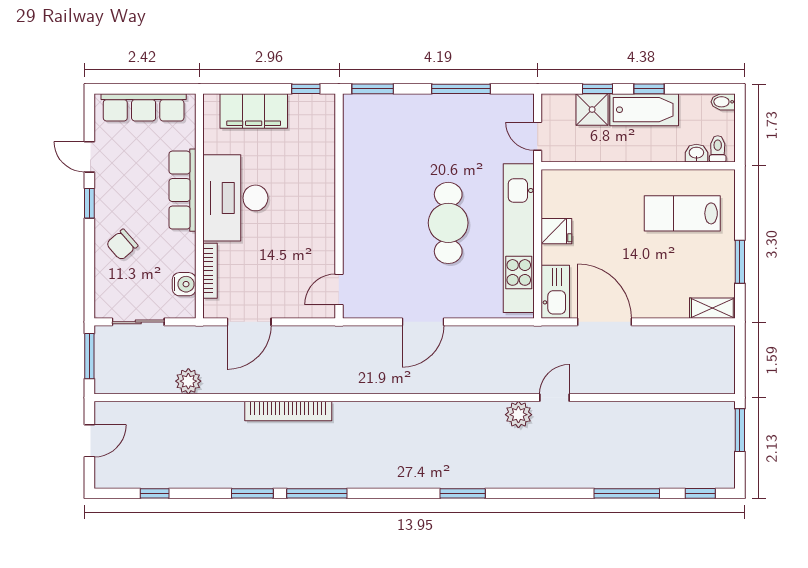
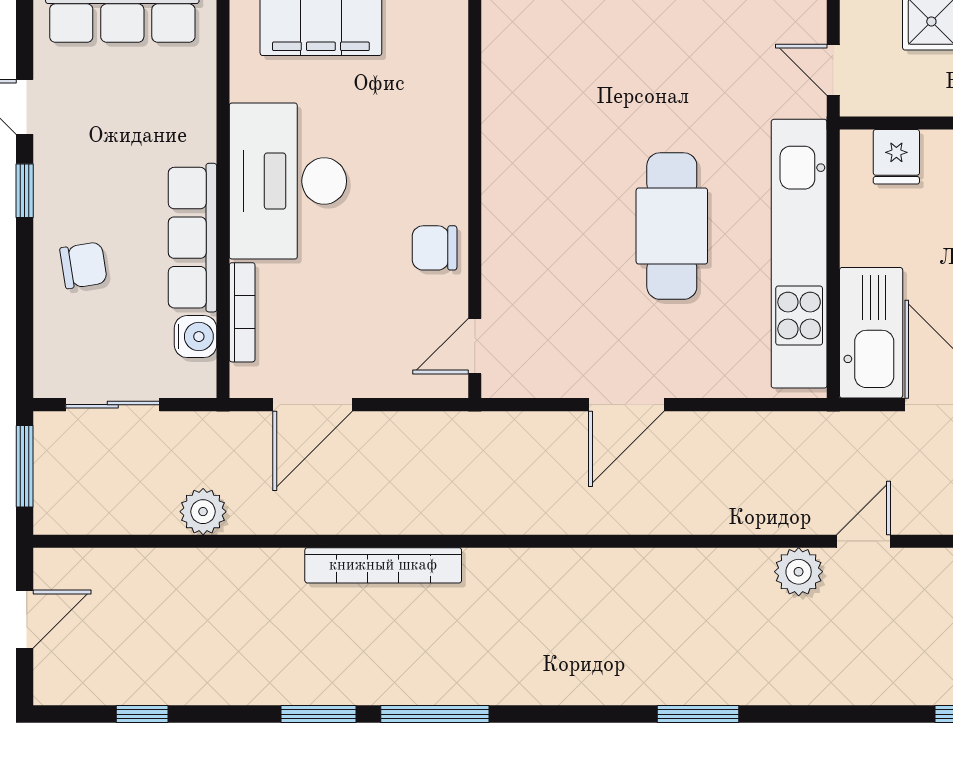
row of seats: (182, 190) -> (193, 238), moved
fridge: (556, 231) -> (896, 157), moved, turned 90
chair: (317, 235) -> (435, 248), added
chair: (122, 245) -> (84, 265), turned -148
kitchen sink: (555, 292) -> (871, 333), width x1.36, depth x1.24

